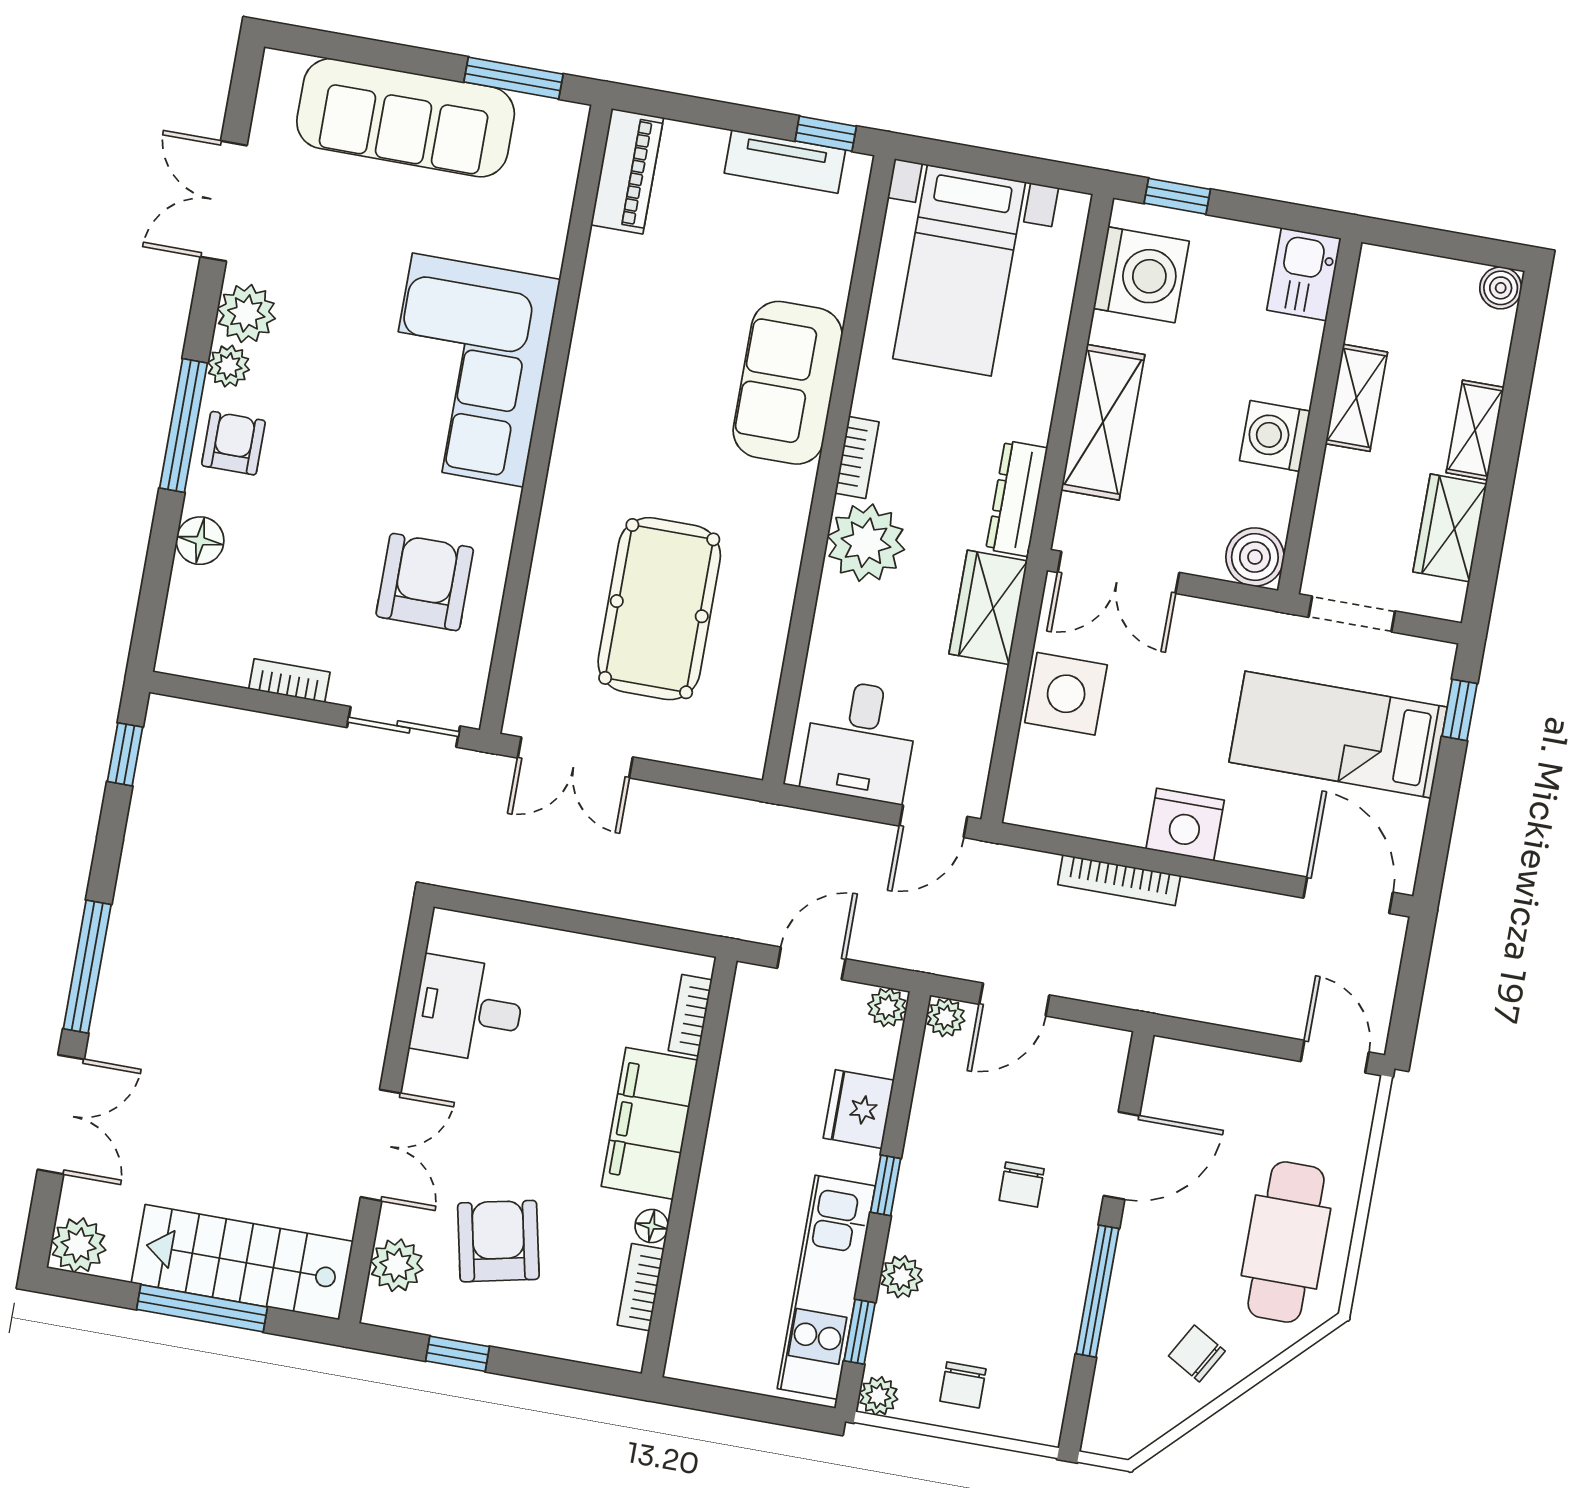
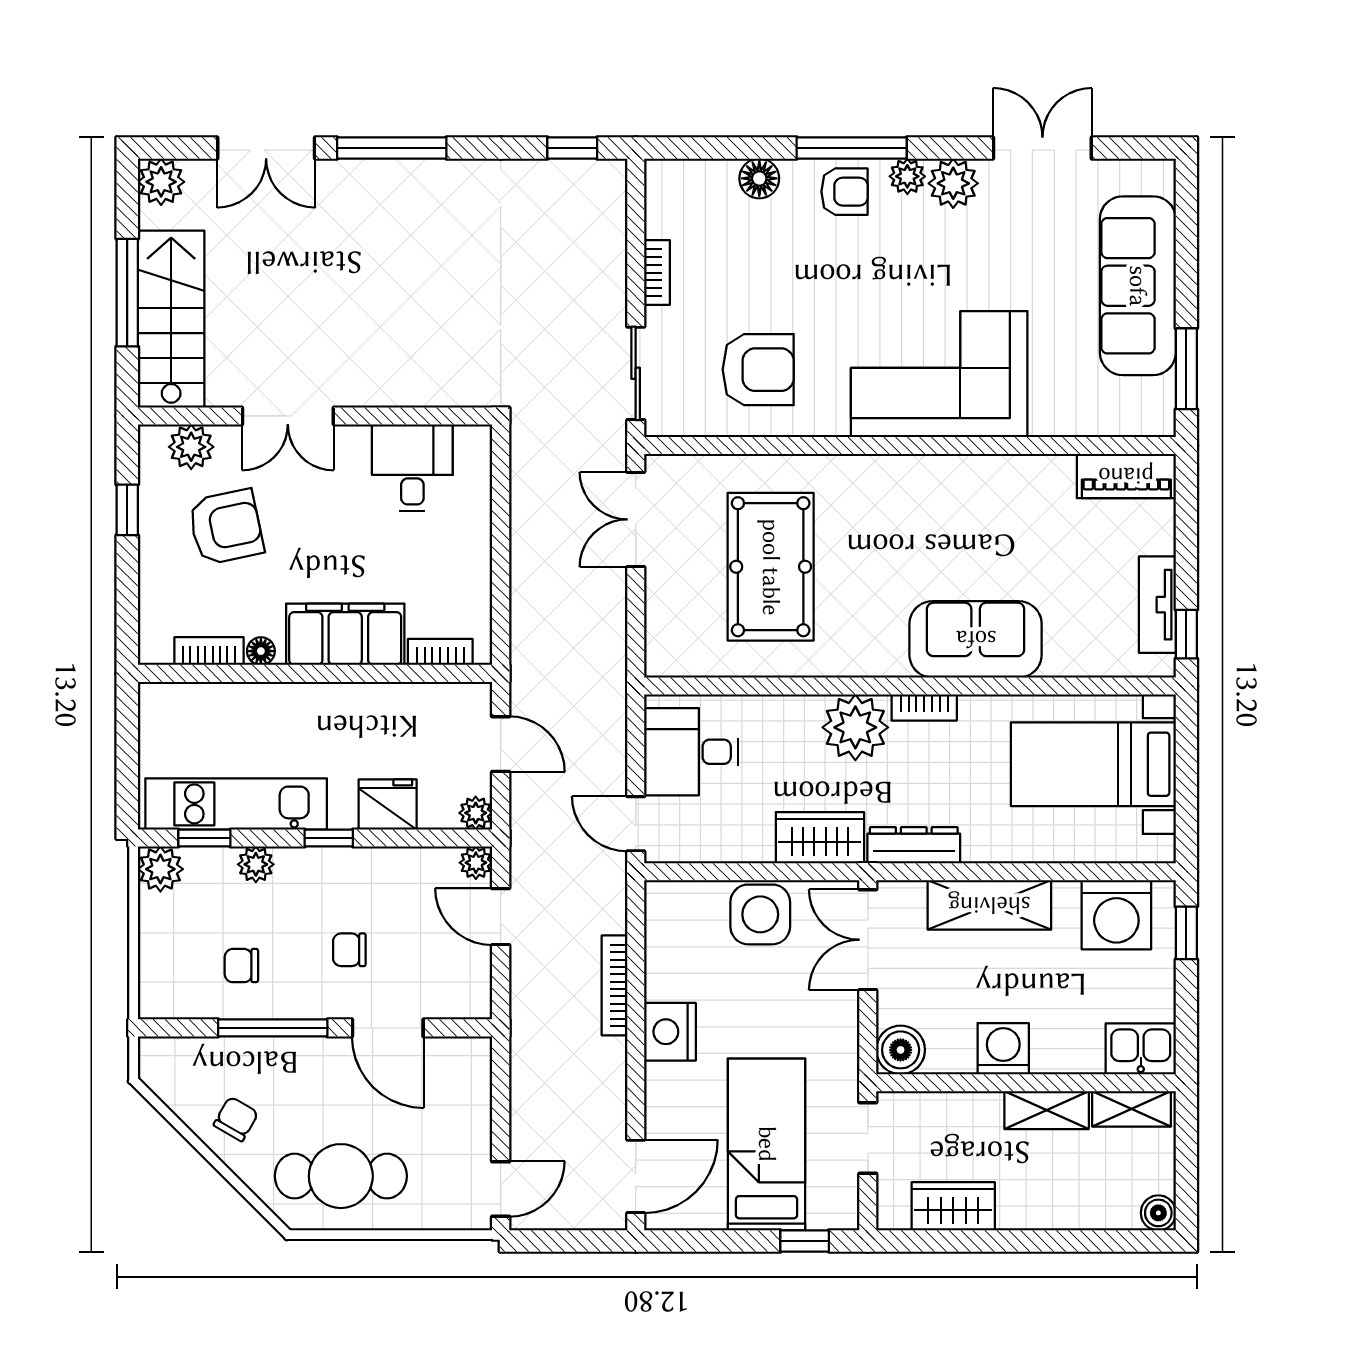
shelving: (1475, 430) -> (1132, 1109), moved
pool table: (659, 609) -> (771, 567), turned 90
chair: (963, 1385) -> (241, 966), moved
plant: (878, 1396) -> (160, 869), width x1.38, depth x1.38

